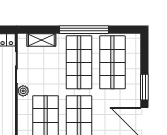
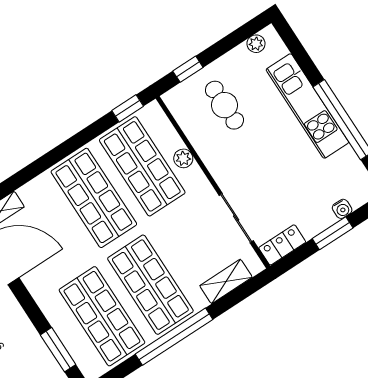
window: (144, 87) -> (58, 350), moved
plant: (23, 91) -> (183, 158), moved

